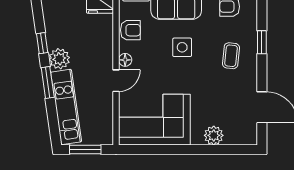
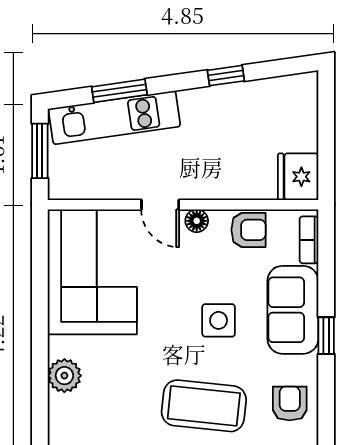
armchair: (130, 30) -> (249, 230), turned -90
coffee table: (231, 56) -> (204, 406), width x1.86, depth x1.72
plant: (59, 59) -> (199, 106), removed
window: (48, 83) -> (119, 91), moved

